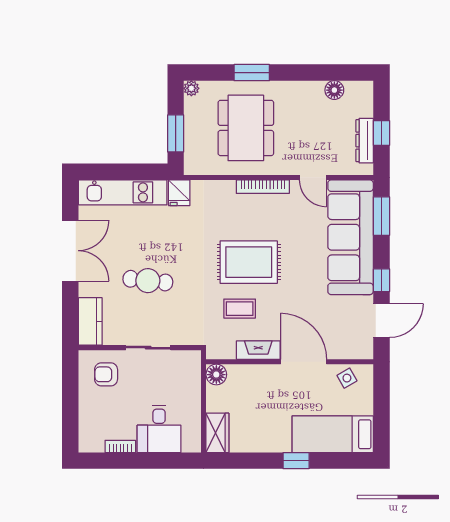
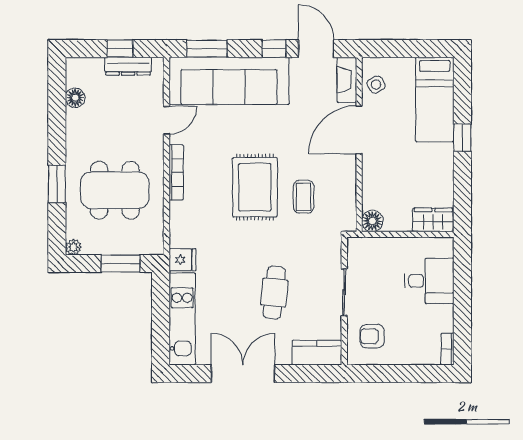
fireplace: (258, 350) -> (347, 80), moved
armchair: (106, 374) -> (372, 336), turned 90
bookcase: (120, 446) -> (447, 349), moved

